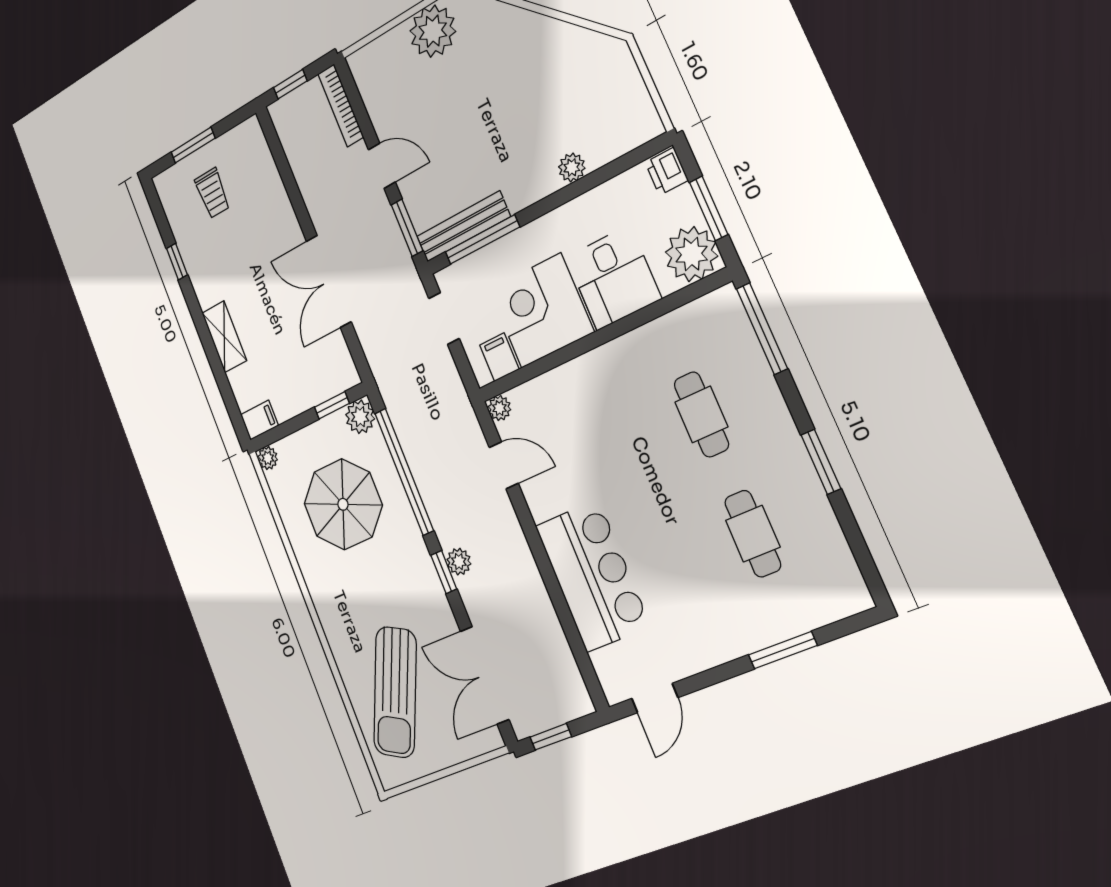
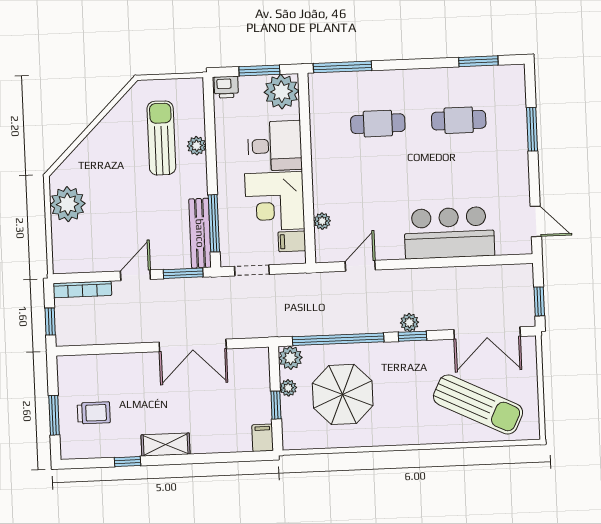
sun lounger: (563, 114) -> (161, 138), added
shelving: (224, 337) -> (166, 445), moved
window: (332, 405) -> (276, 405), moved
plant: (499, 408) -> (322, 221), moved
plant: (268, 458) -> (288, 388), moved
window: (821, 462) -> (478, 61), moved

